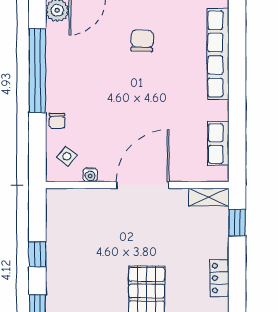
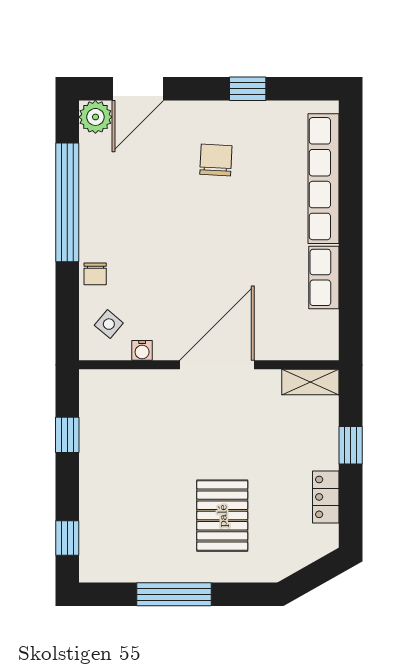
row of seats: (218, 143) -> (324, 277), moved
window: (237, 222) -> (351, 445), moved
window: (37, 254) -> (67, 435), moved

